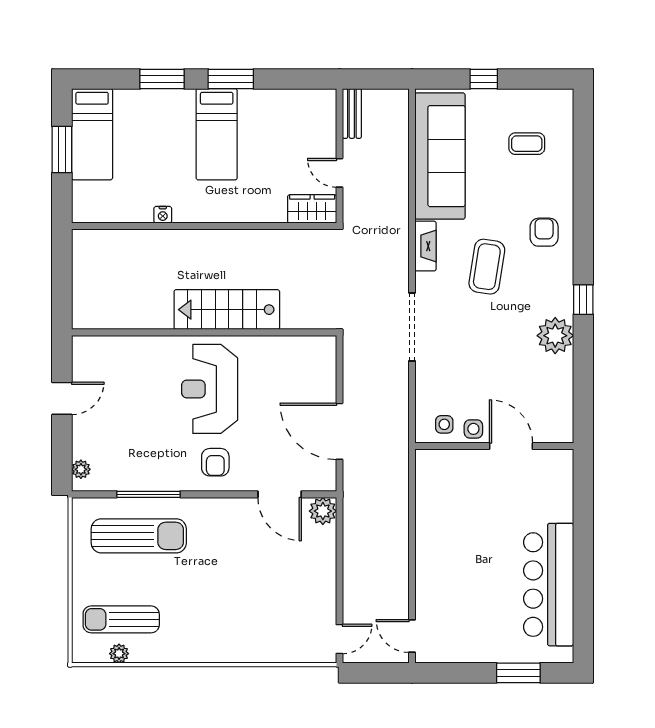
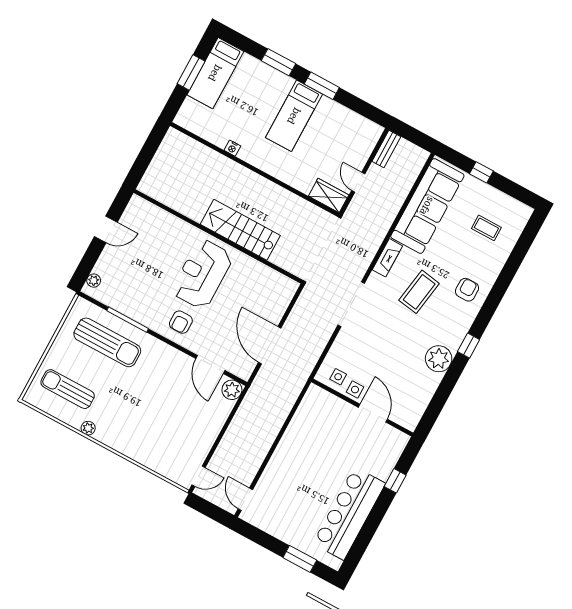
window: (583, 514) -> (395, 481), added
plant: (119, 654) -> (88, 428), moved

